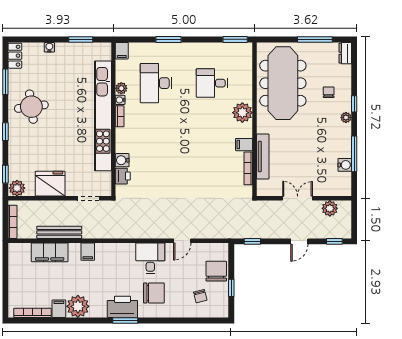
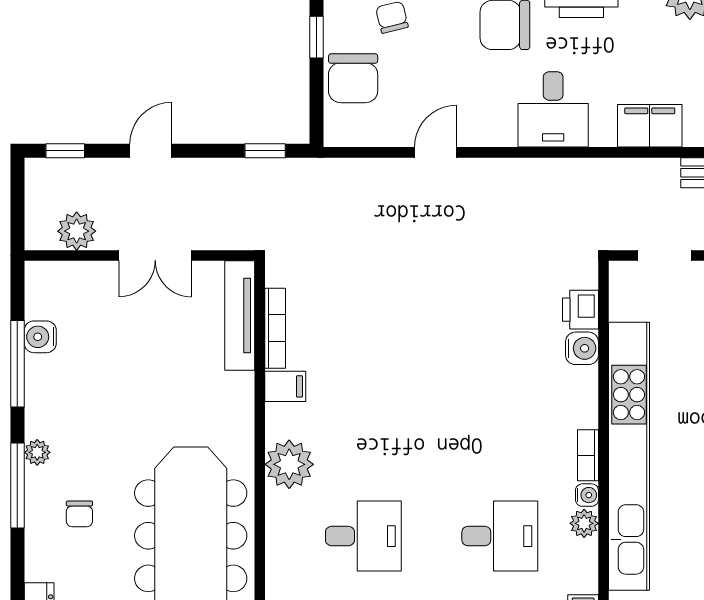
desk: (156, 83) -> (500, 536), width x0.73
window: (354, 104) -> (17, 486), width x2.17
tv unit: (263, 156) -> (240, 316), moved
filing cabinet: (88, 252) -> (650, 126), width x2.00
desk: (150, 258) -> (553, 109), moved

